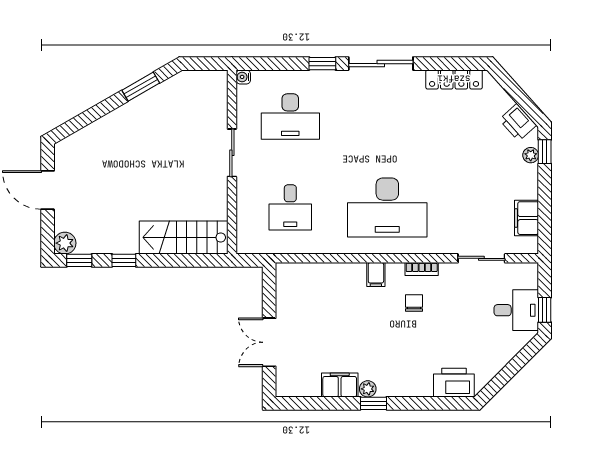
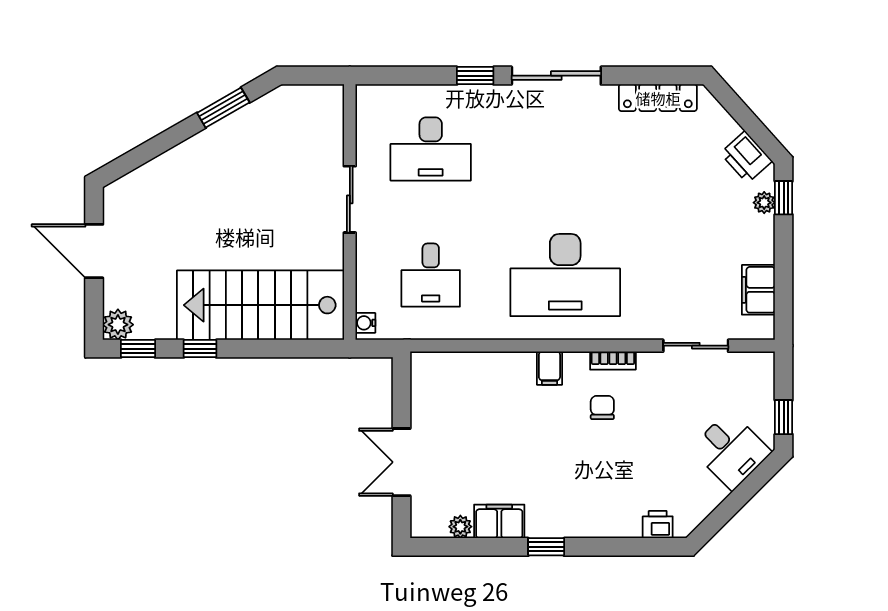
water cooler: (243, 77) -> (365, 323), moved
stairs: (184, 237) -> (260, 305), width x1.36, depth x1.51
desk: (516, 310) -> (731, 450), moved, turned 45
printer: (454, 383) -> (658, 525), width x0.53, depth x0.68
plant: (368, 389) -> (460, 527), moved

